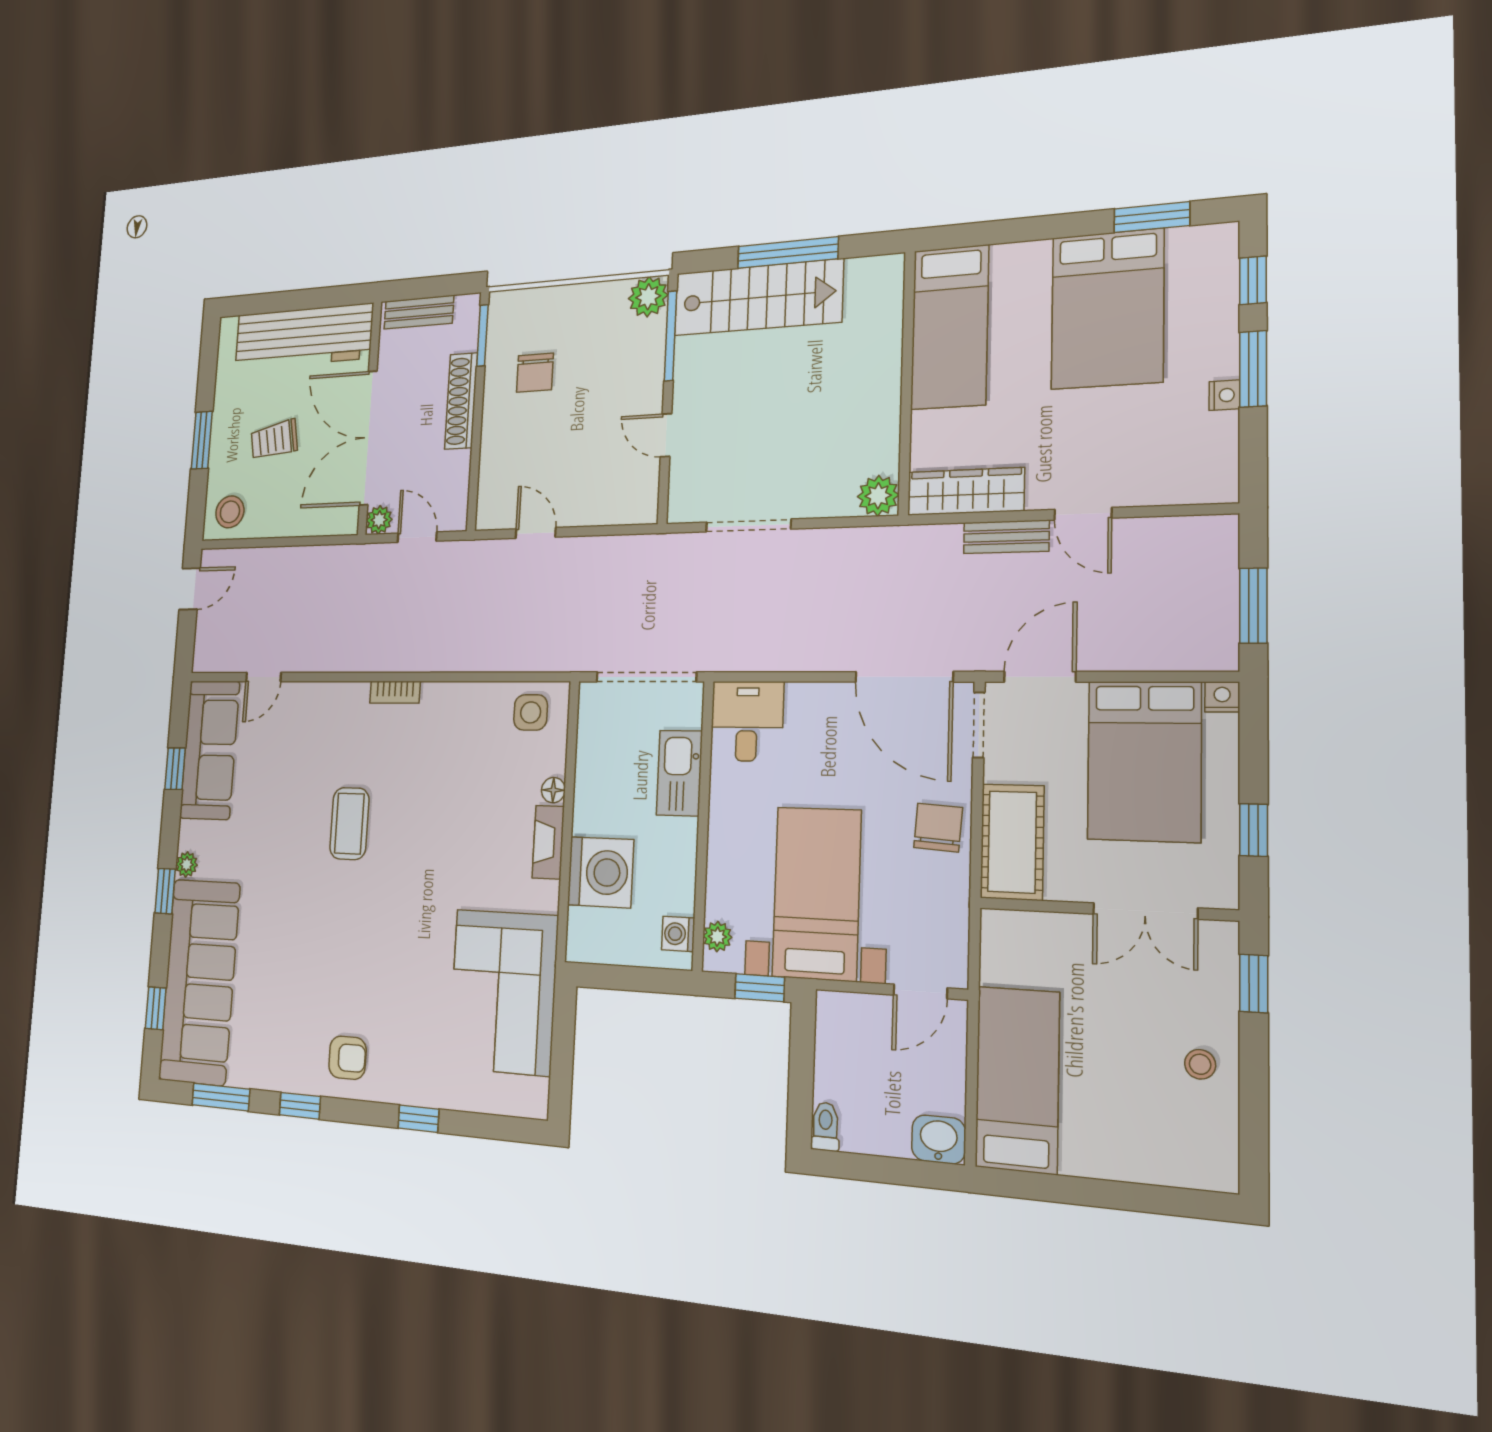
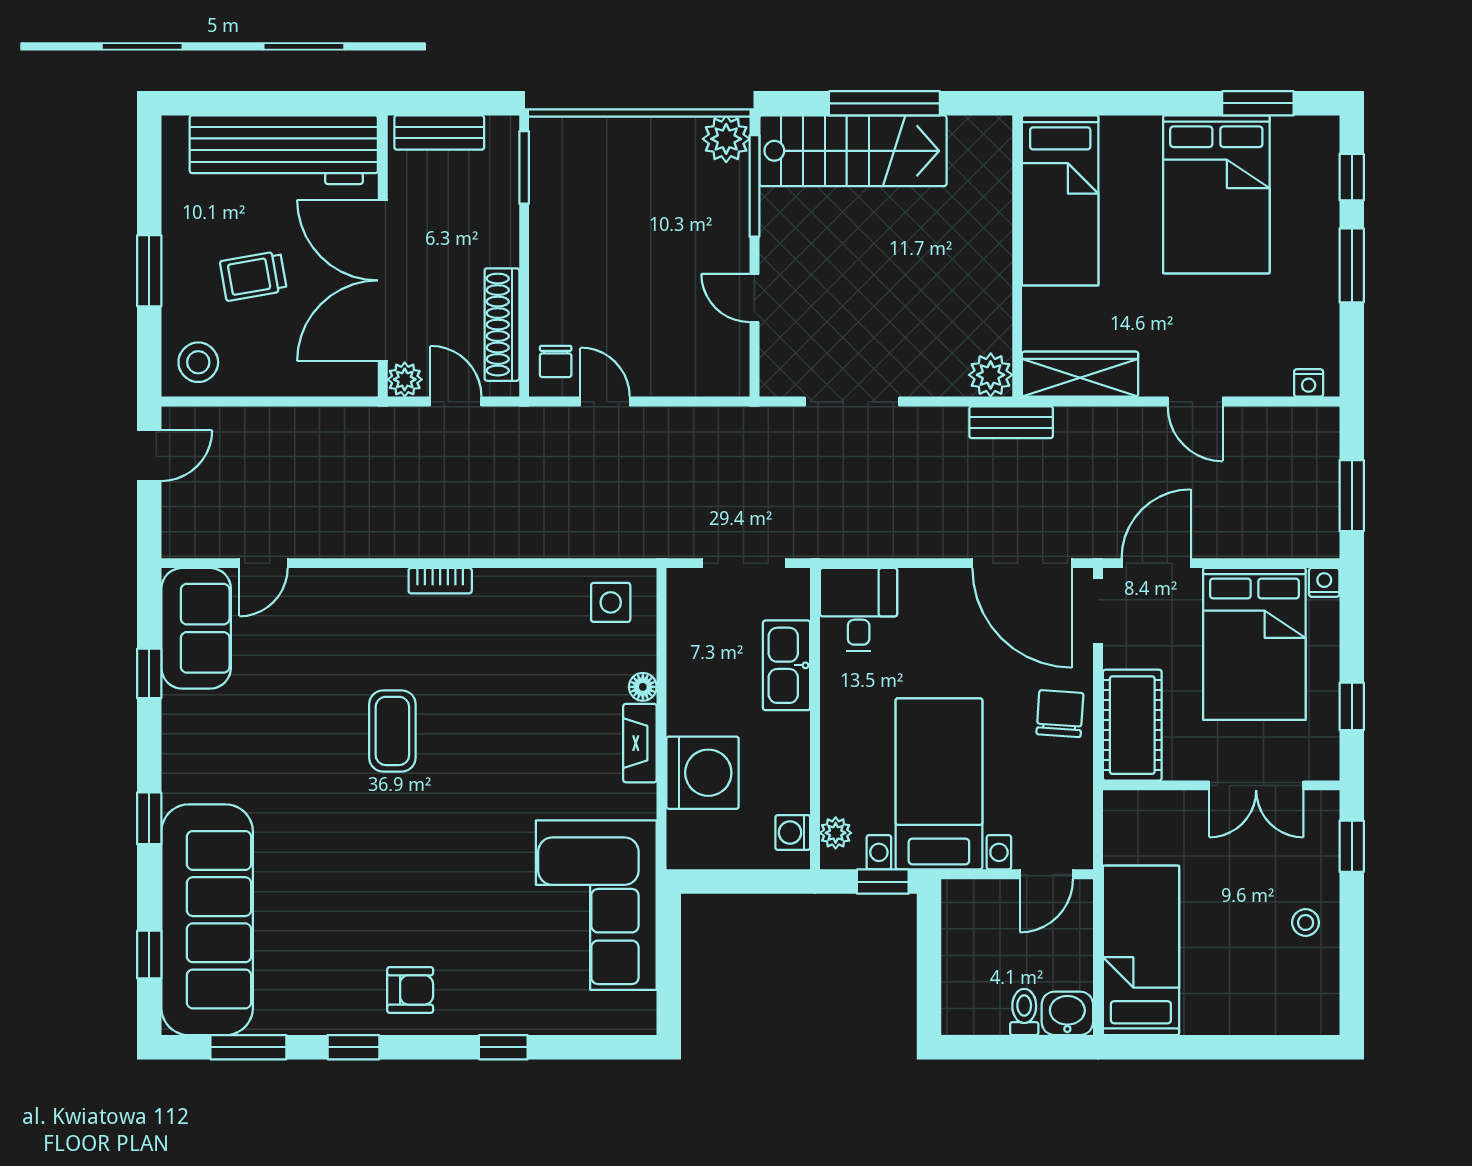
chair: (535, 373) -> (556, 362), moved, width x0.73, depth x0.73
nightstand: (1224, 395) -> (1309, 383), moved, turned 90
shoe rack: (461, 401) -> (502, 325), moved
bench: (1006, 537) -> (1011, 422), moved
doorway: (646, 677) -> (744, 563), width x0.73
sofa: (210, 750) -> (196, 628), width x0.73
plant: (187, 864) -> (176, 786), removed
toilet: (825, 1126) -> (1024, 1012), moved

